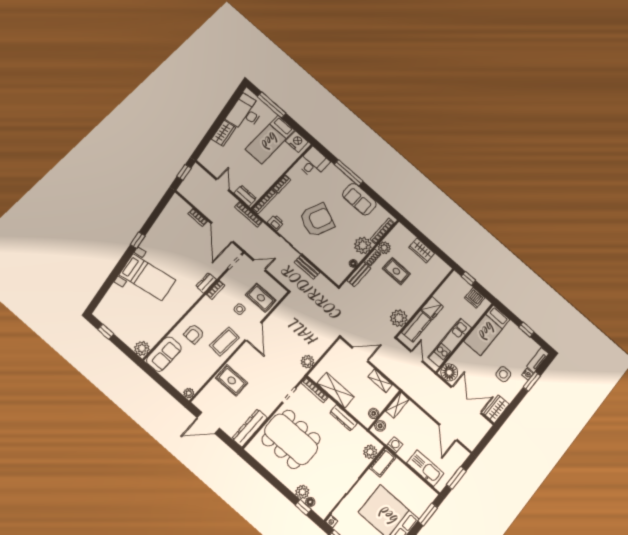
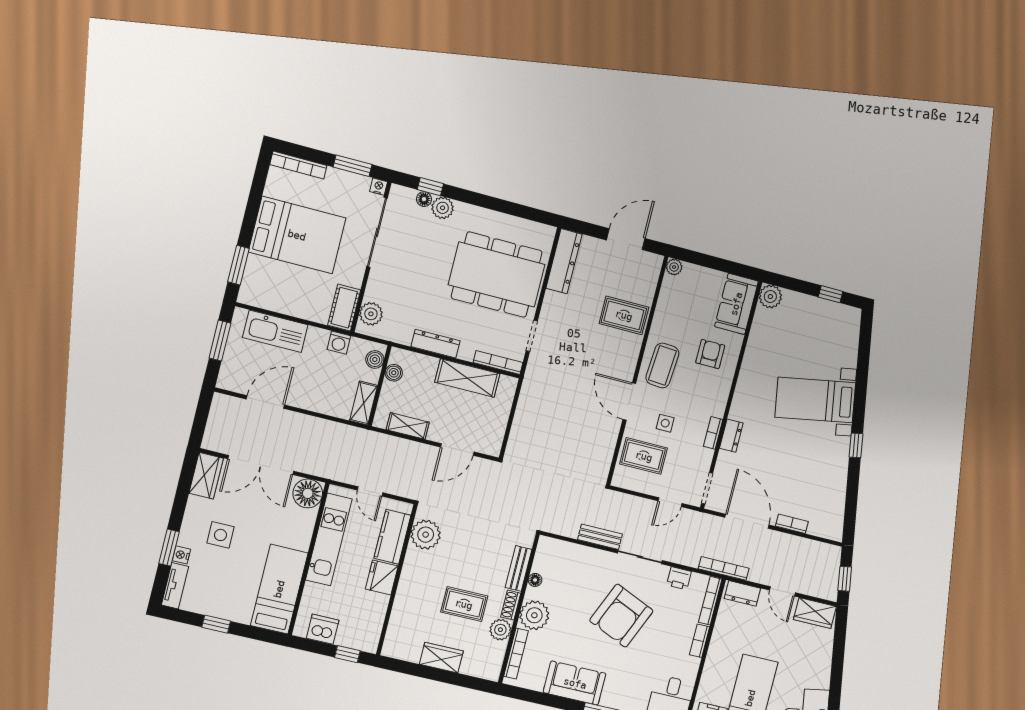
wardrobe: (224, 133) -> (815, 613), moved, turned -80
plant: (307, 362) -> (529, 398), removed
door: (448, 432) -> (265, 402), hinge flipped

